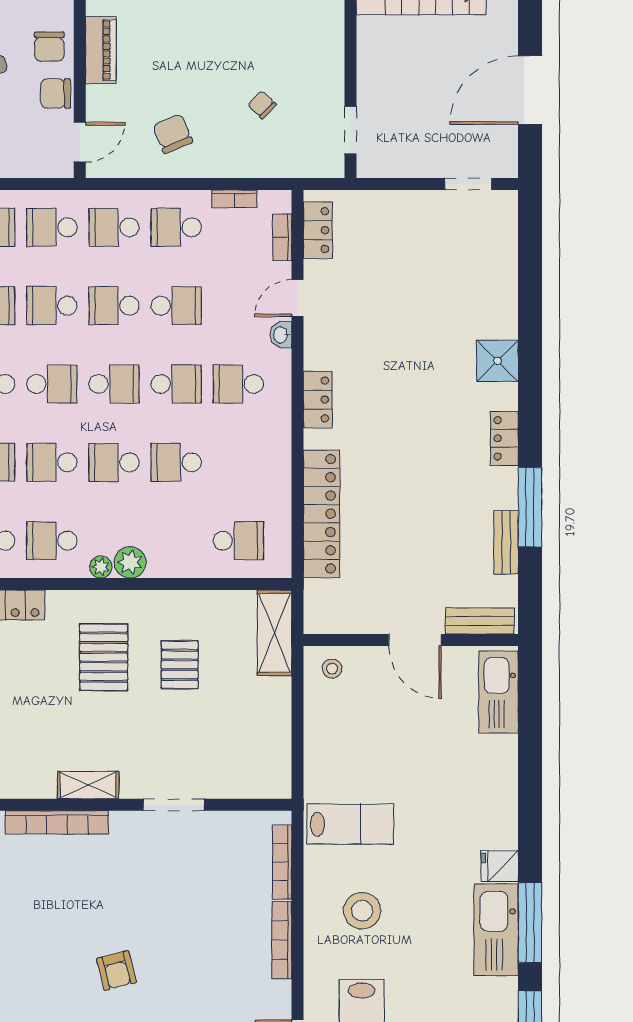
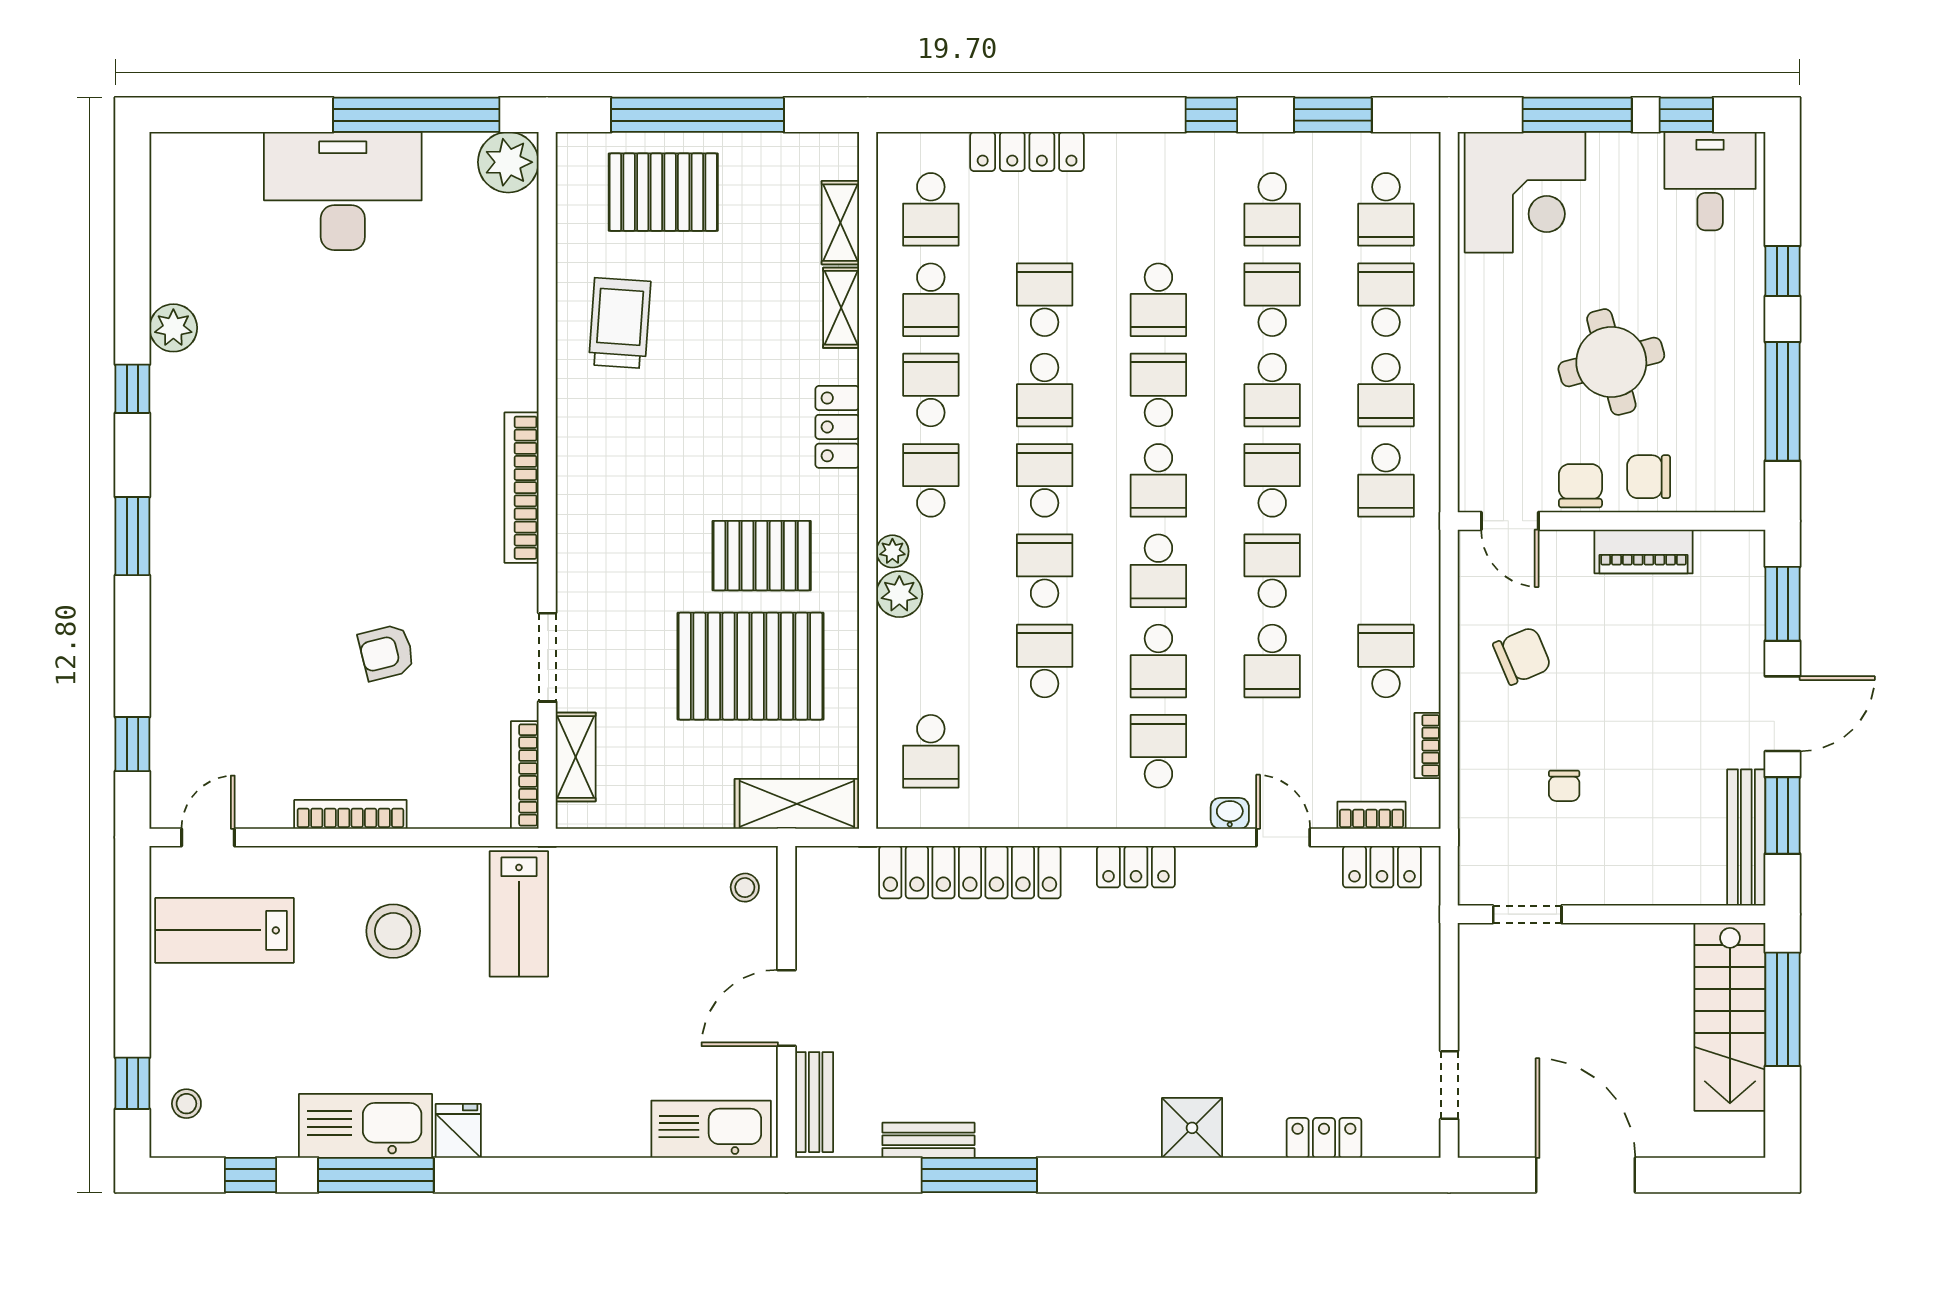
chair: (262, 105) -> (1564, 786), turned 136
school desk: (52, 227) -> (1386, 480), turned 180
school desk: (114, 227) -> (1386, 571), removed
locker: (504, 438) -> (1324, 1138), moved
pallet: (180, 665) -> (751, 666), width x2.05, depth x2.00
shelving: (88, 785) -> (576, 757), moved
bookcase: (282, 862) -> (525, 775), moved, turned -90
armchair: (116, 970) -> (386, 652), moved

